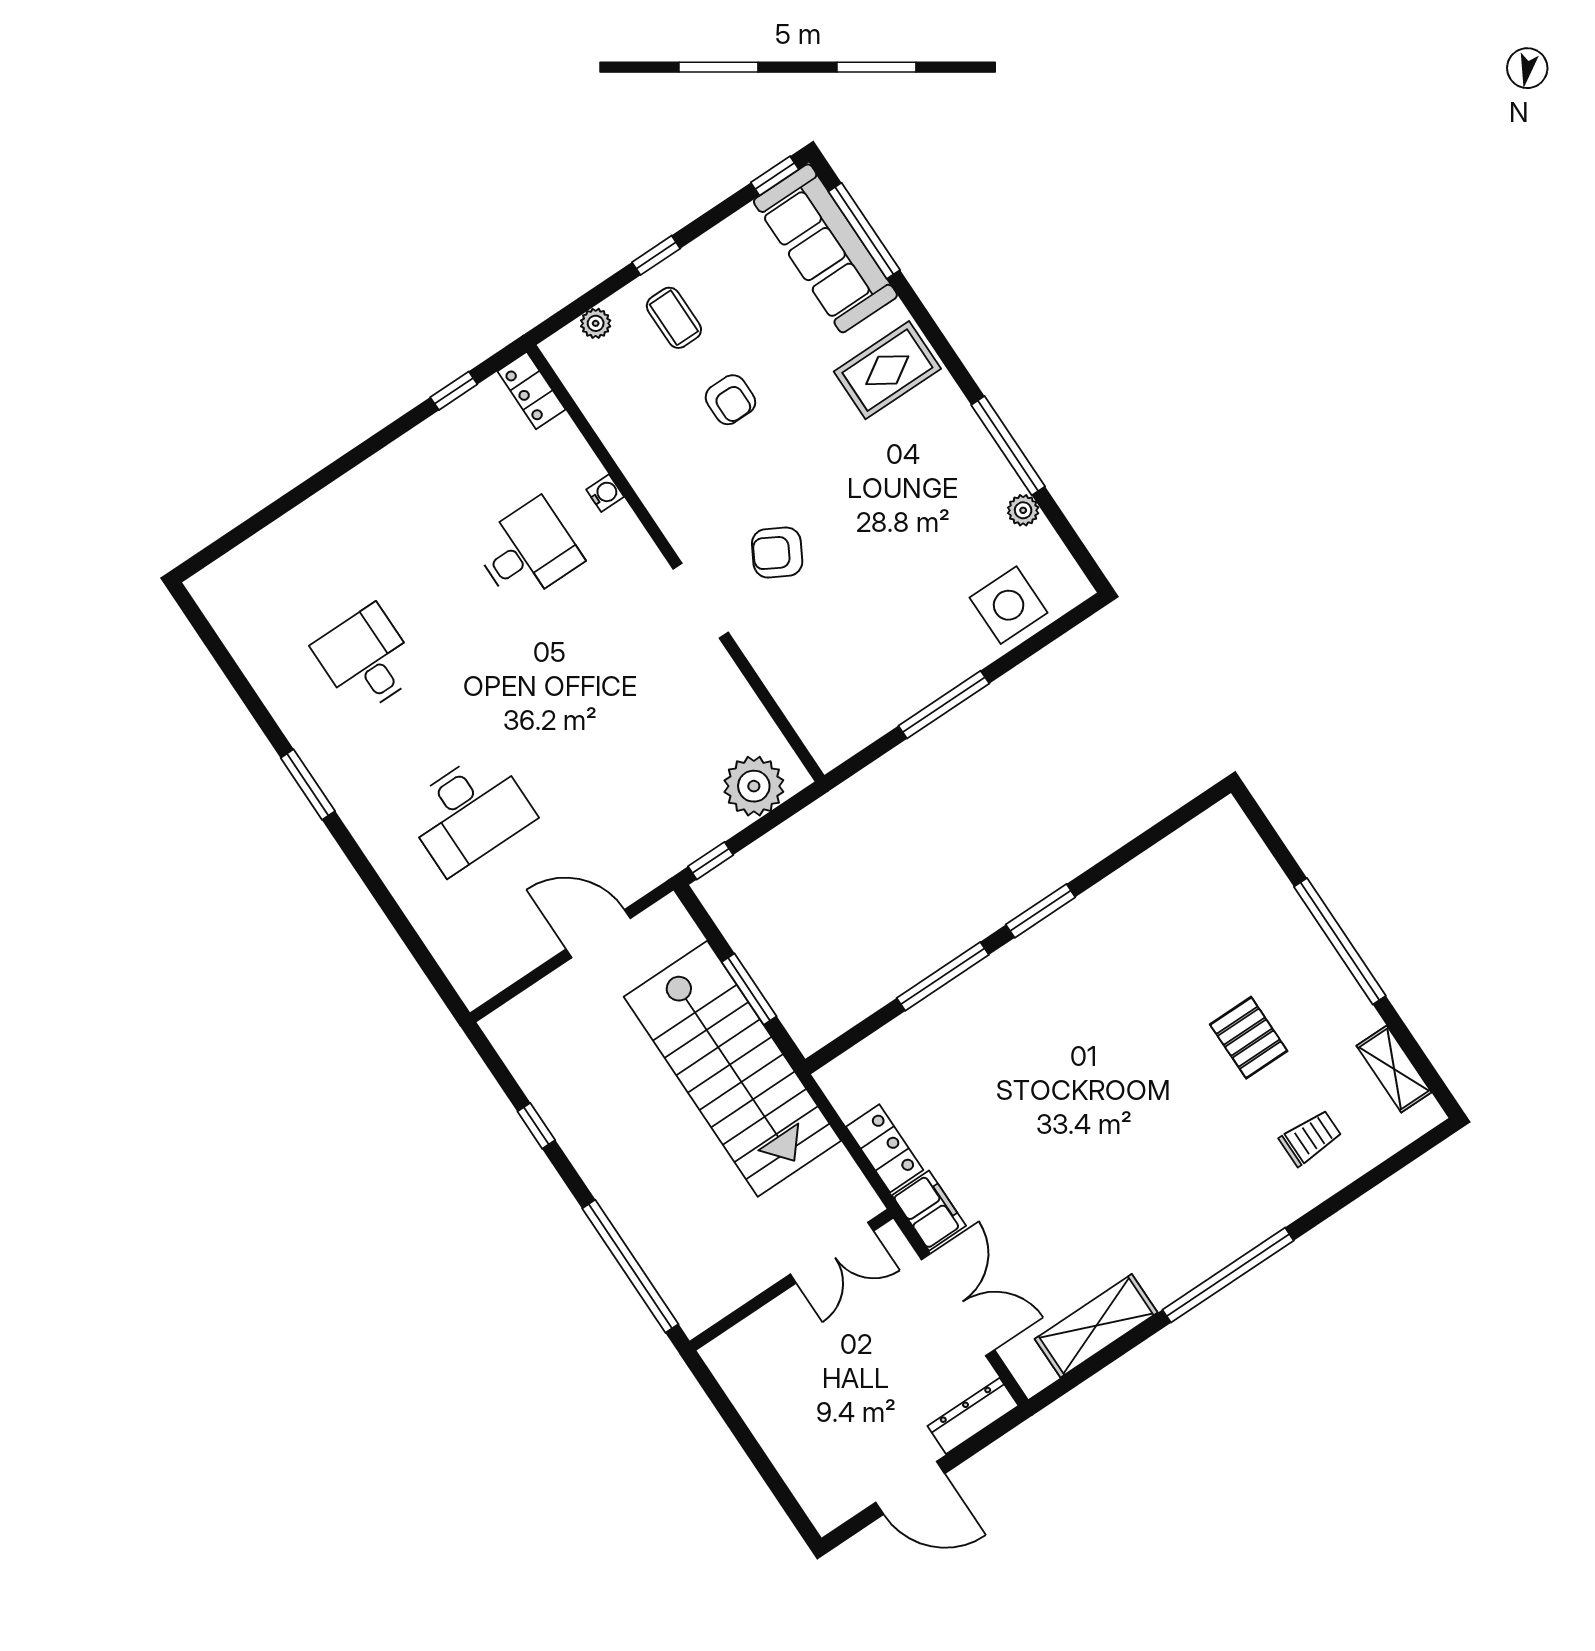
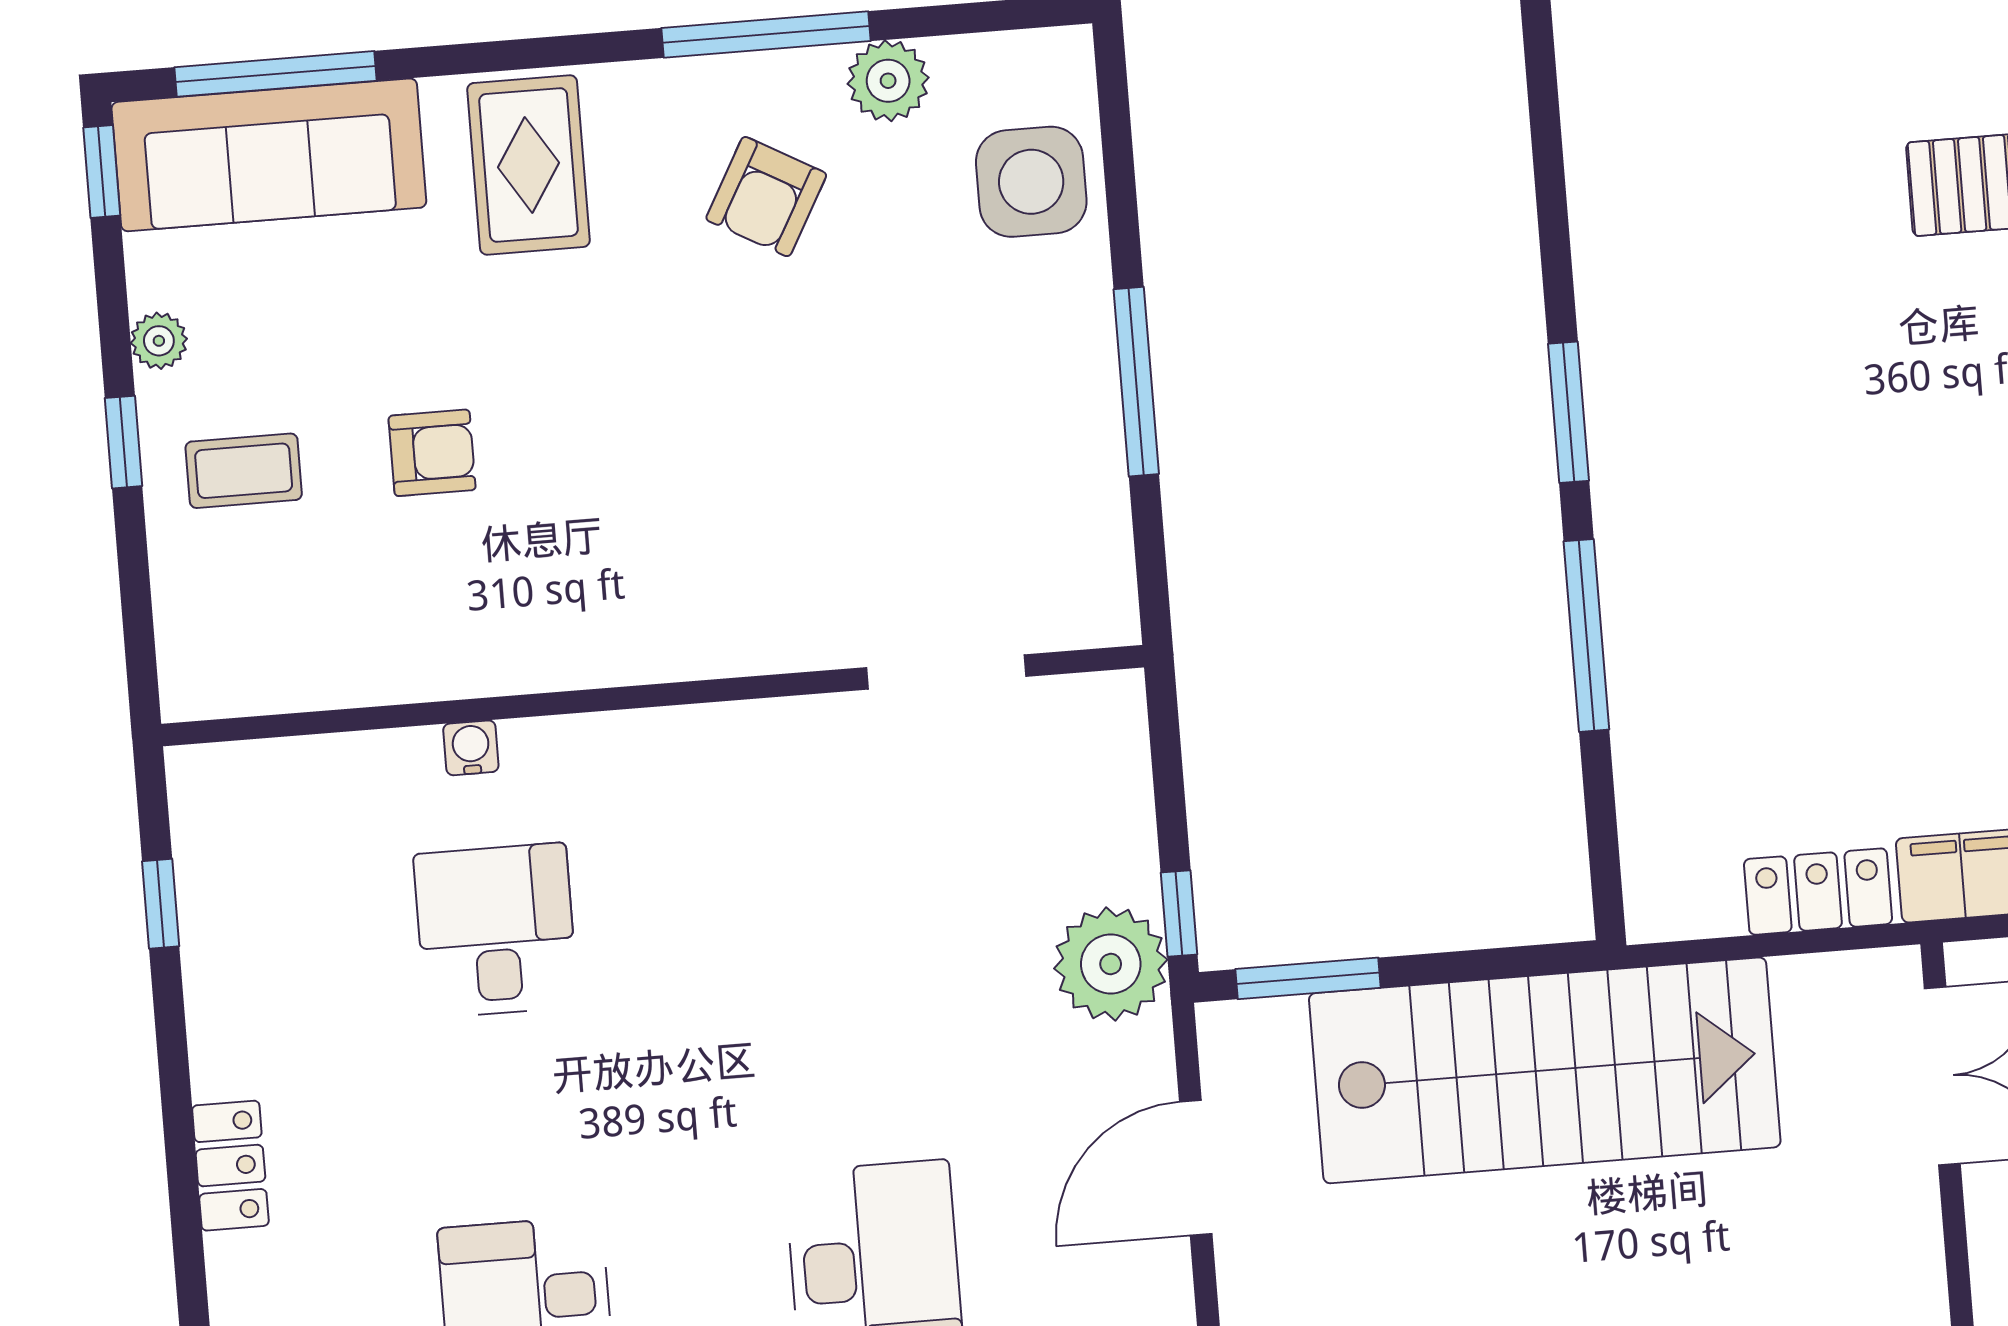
plant: (596, 323) -> (159, 341), moved
locker: (531, 390) -> (230, 1166), moved, turned -90
plant: (1023, 510) -> (888, 81), width x1.38, depth x1.38
armchair: (777, 553) -> (766, 197), moved
doorway: (701, 601) -> (946, 672), moved
plant: (754, 786) -> (1111, 964), moved
window: (749, 989) -> (1308, 978), moved

